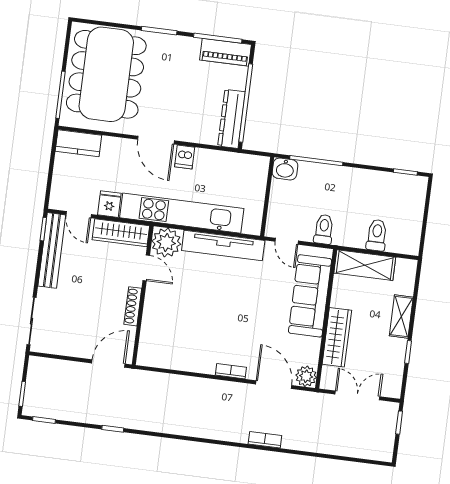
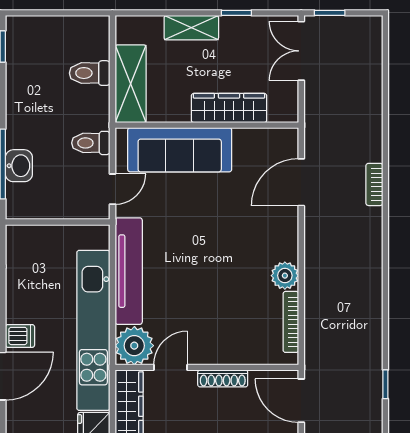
washbasin: (285, 169) -> (19, 166), moved
bookcase: (231, 371) -> (291, 322), moved, width x1.56
plant: (306, 376) -> (285, 276), moved
double door: (357, 395) -> (301, 51), moved

